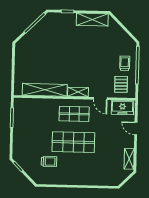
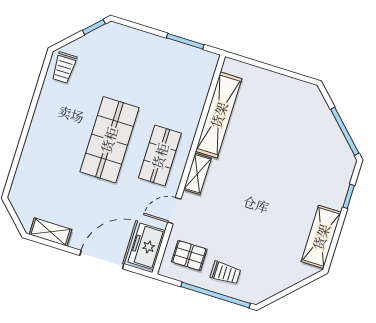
door: (136, 128) -> (102, 260), width x1.88
trolley: (49, 161) -> (64, 67), moved

